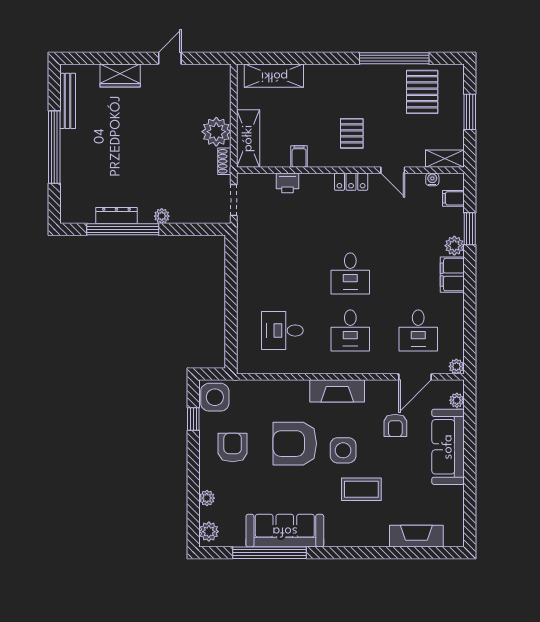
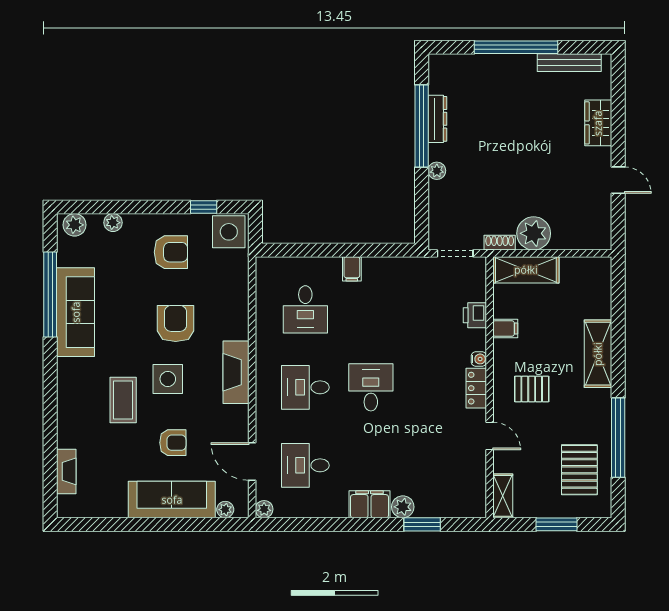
shelving: (274, 76) -> (598, 354), moved
pallet: (422, 92) -> (579, 470), turned 90
door: (393, 170) -> (490, 436), swing flipped
water cooler: (432, 179) -> (479, 359), moved
filing cabinet: (453, 198) -> (352, 269), moved, turned 180
desk: (350, 273) -> (371, 387), turned 90
desk: (282, 331) -> (305, 309), turned 180
armchair: (395, 425) -> (173, 443), moved, turned 180
armchair: (295, 444) -> (176, 324), width x0.73, depth x0.73
fireplace: (416, 536) -> (66, 471), width x0.73, depth x0.76

